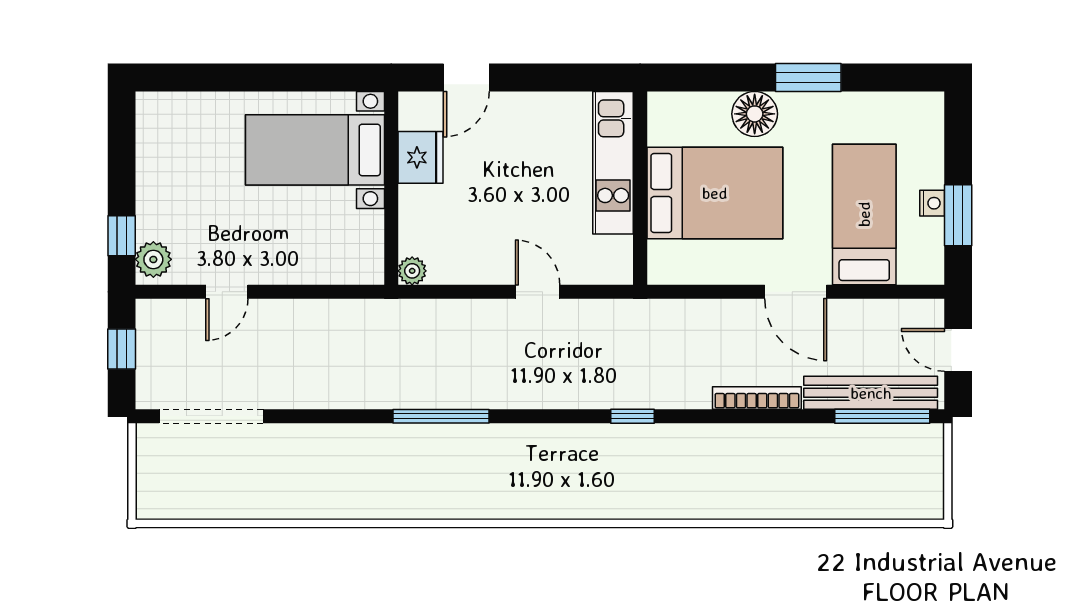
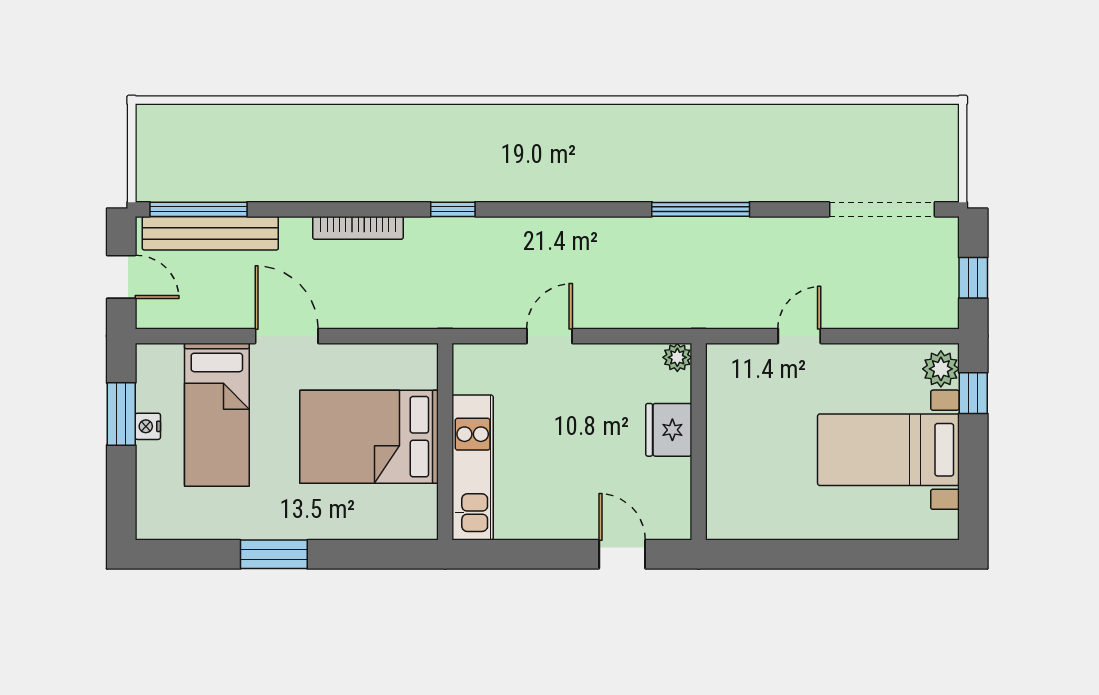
door: (466, 77) -> (622, 554), hinge flipped
floor lamp: (755, 114) -> (328, 517), removed
bed with nightstands: (315, 150) -> (888, 450), moved, turned 180
fridge: (421, 157) -> (669, 430), moved
door: (227, 292) -> (799, 336), moved
door: (538, 292) -> (549, 336), swing flipped
bookcase: (757, 398) -> (358, 228), moved
window: (441, 416) -> (701, 209), moved

